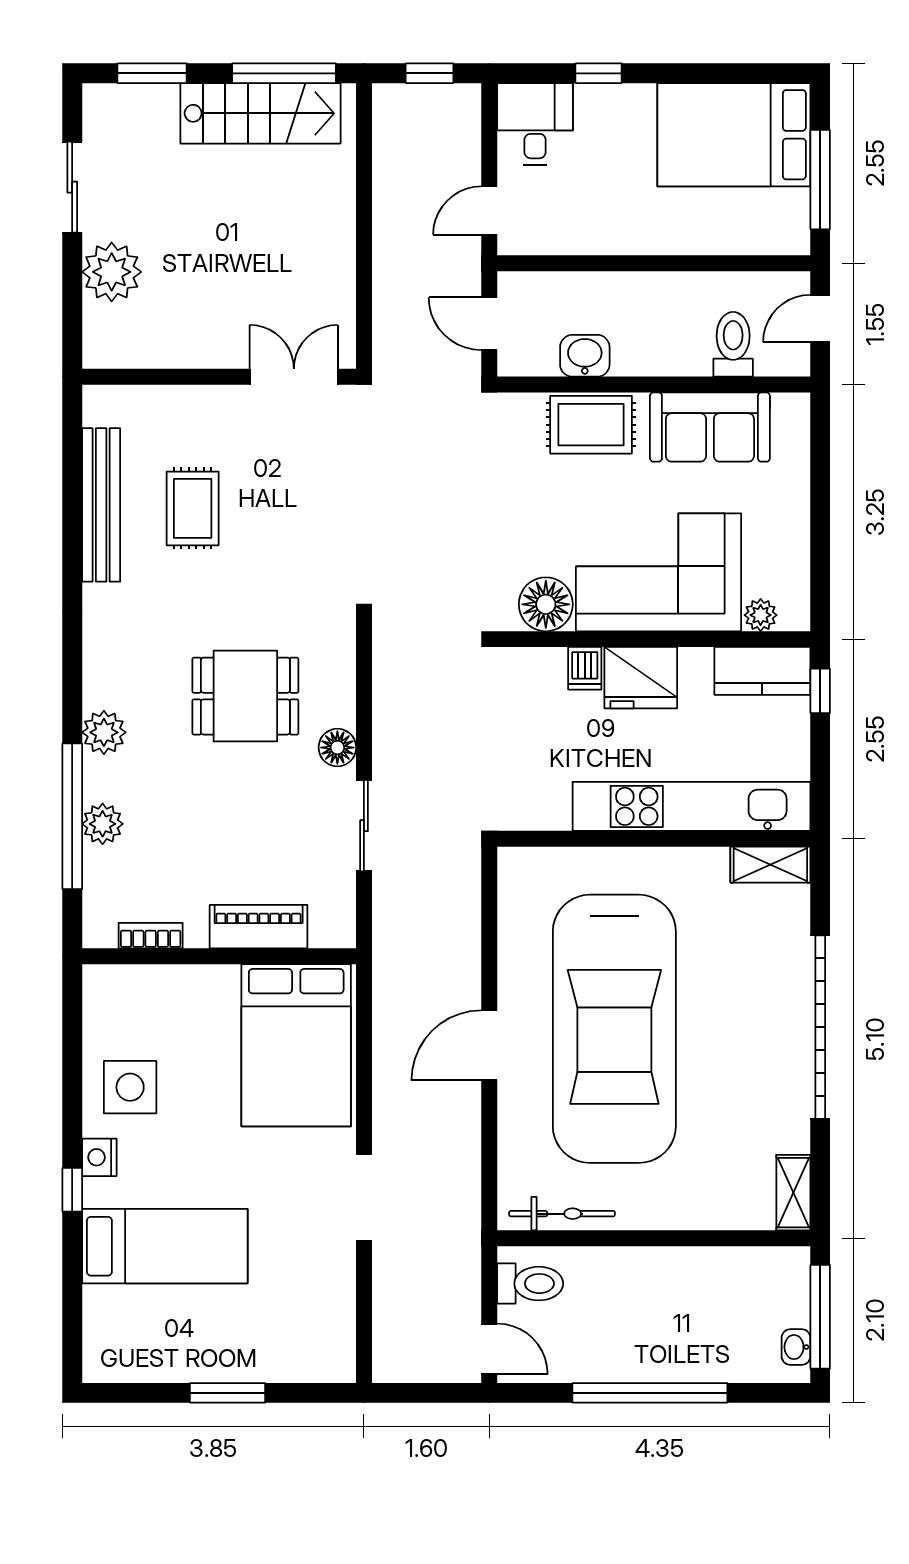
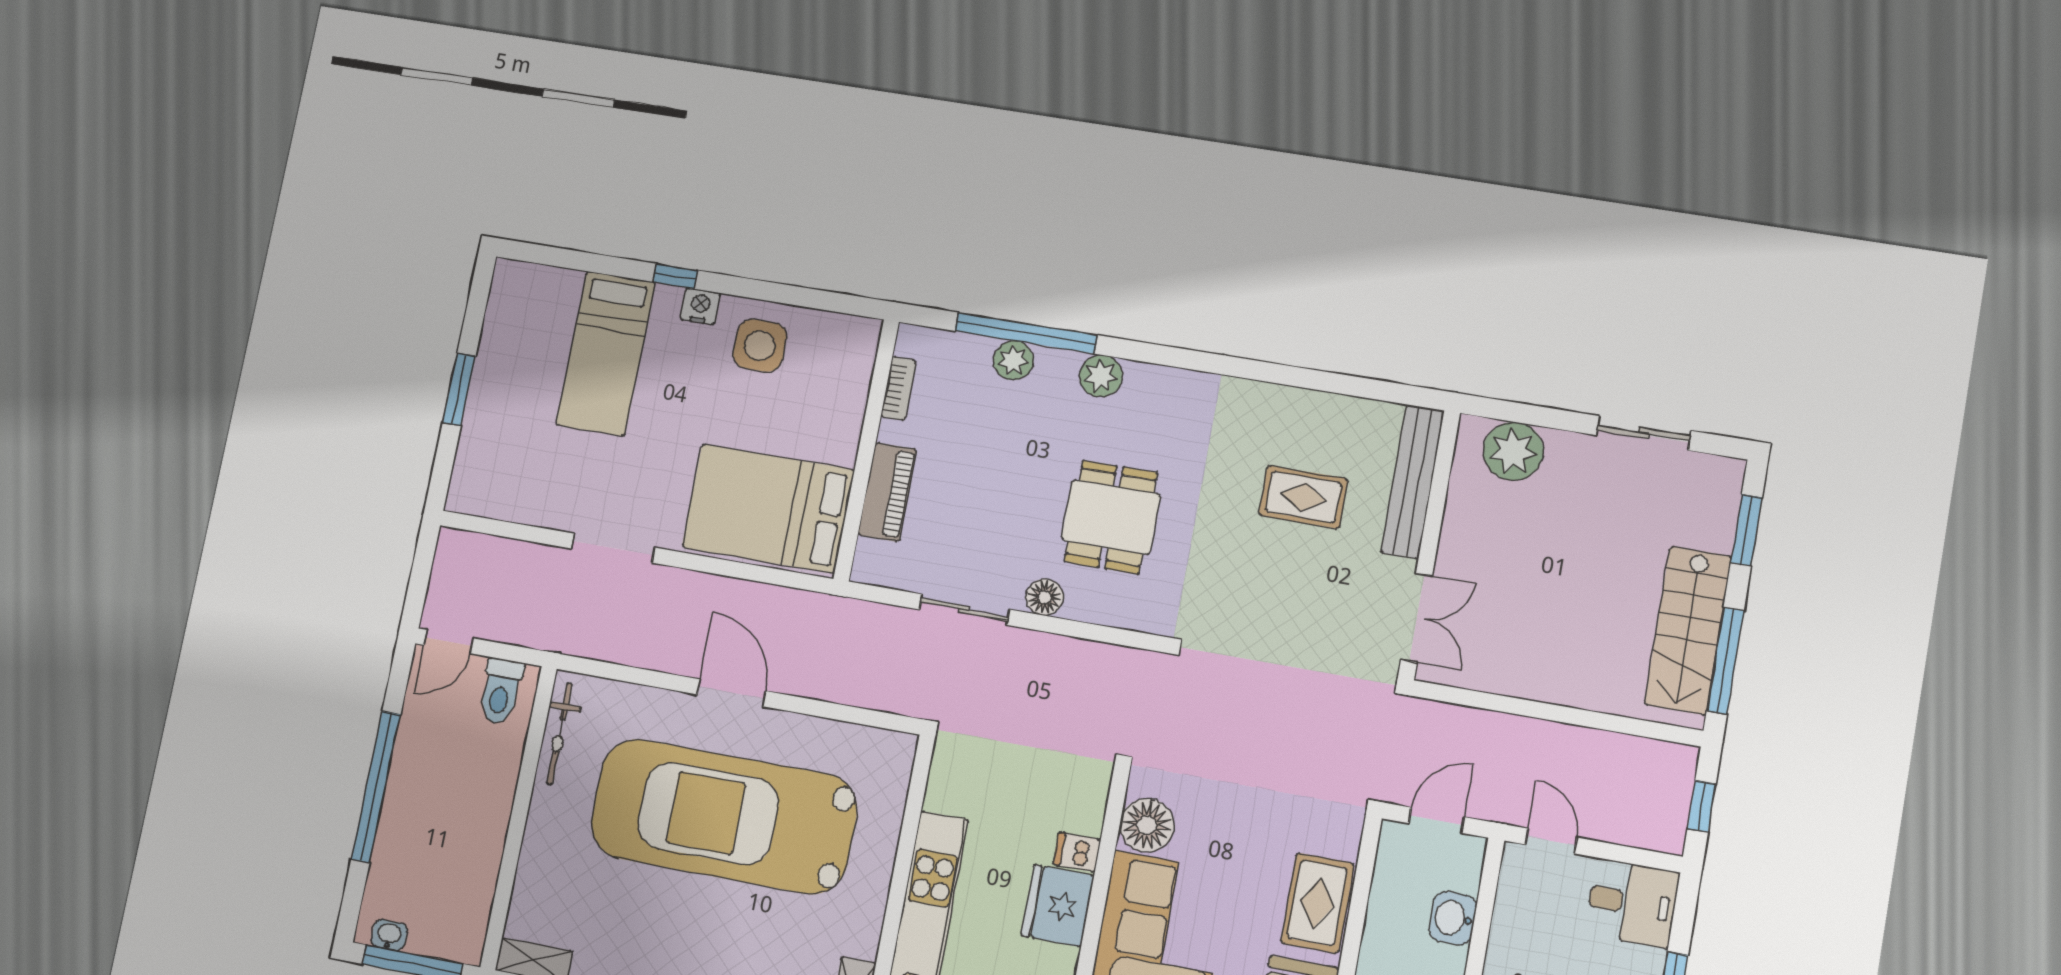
plant: (112, 272) -> (1513, 451), moved
washbasin: (585, 356) -> (1453, 918), moved, turned 180
bench: (101, 505) -> (1413, 482), moved, turned 90

